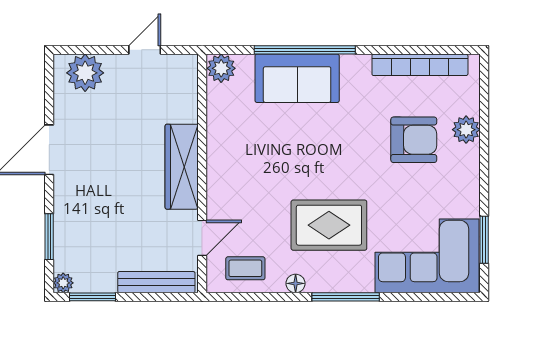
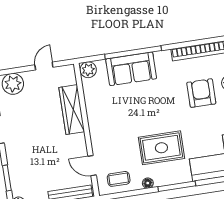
armchair: (414, 140) -> (201, 93), turned -90
wardrobe: (182, 167) -> (72, 110), moved
door: (202, 238) -> (92, 166), swing flipped

